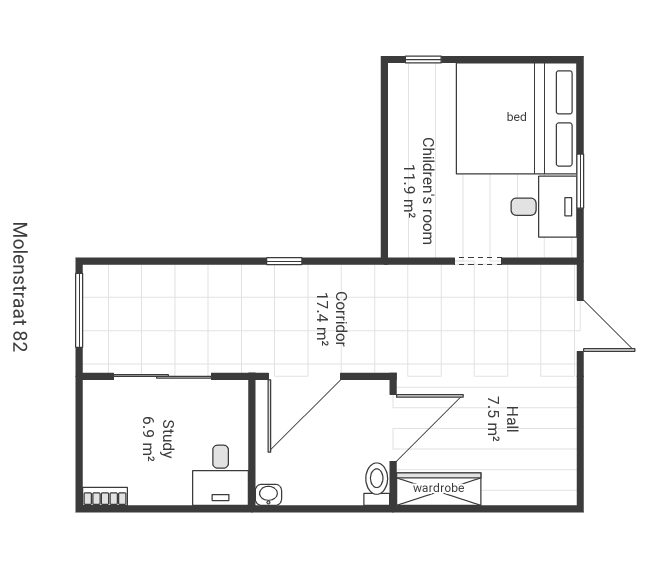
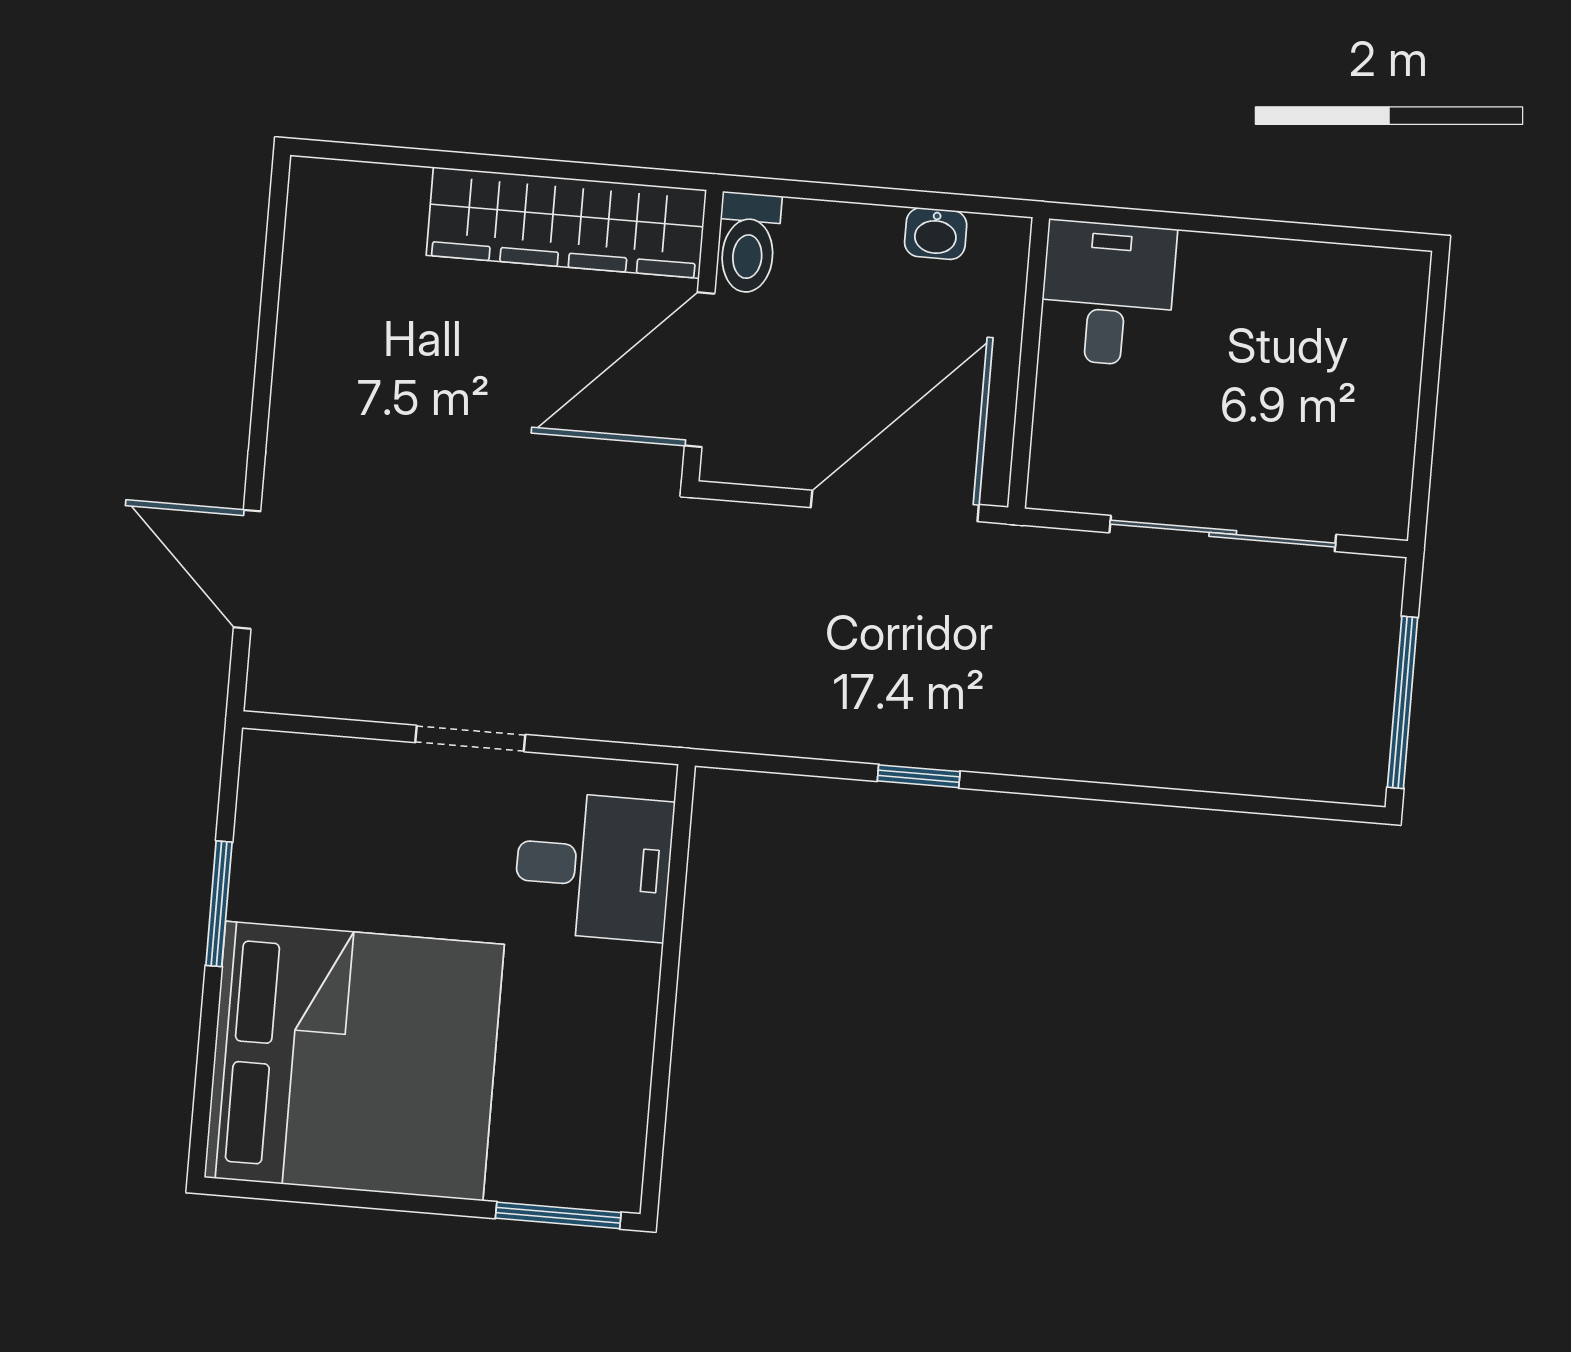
window: (423, 60) -> (558, 1215), width x1.50
desk: (544, 207) -> (593, 866), moved, turned 180
wardrobe: (439, 489) -> (566, 223), width x1.40, depth x1.17
washbasin: (268, 495) -> (936, 234), moved
bookcase: (105, 496) -> (1379, 267), removed

